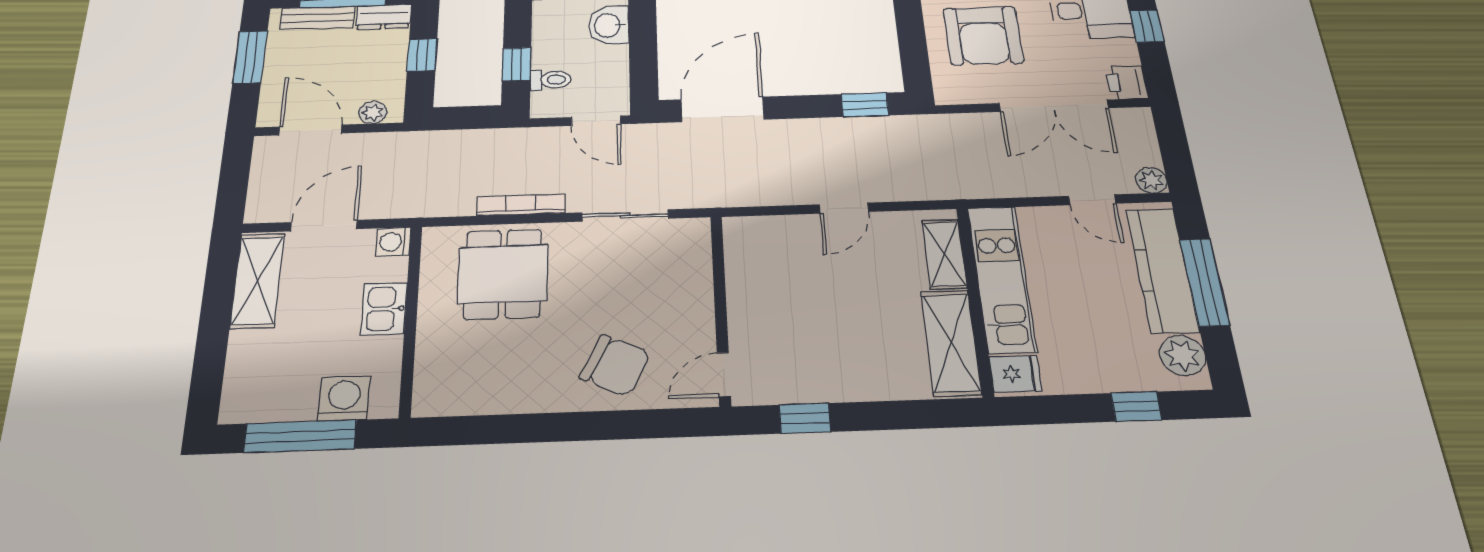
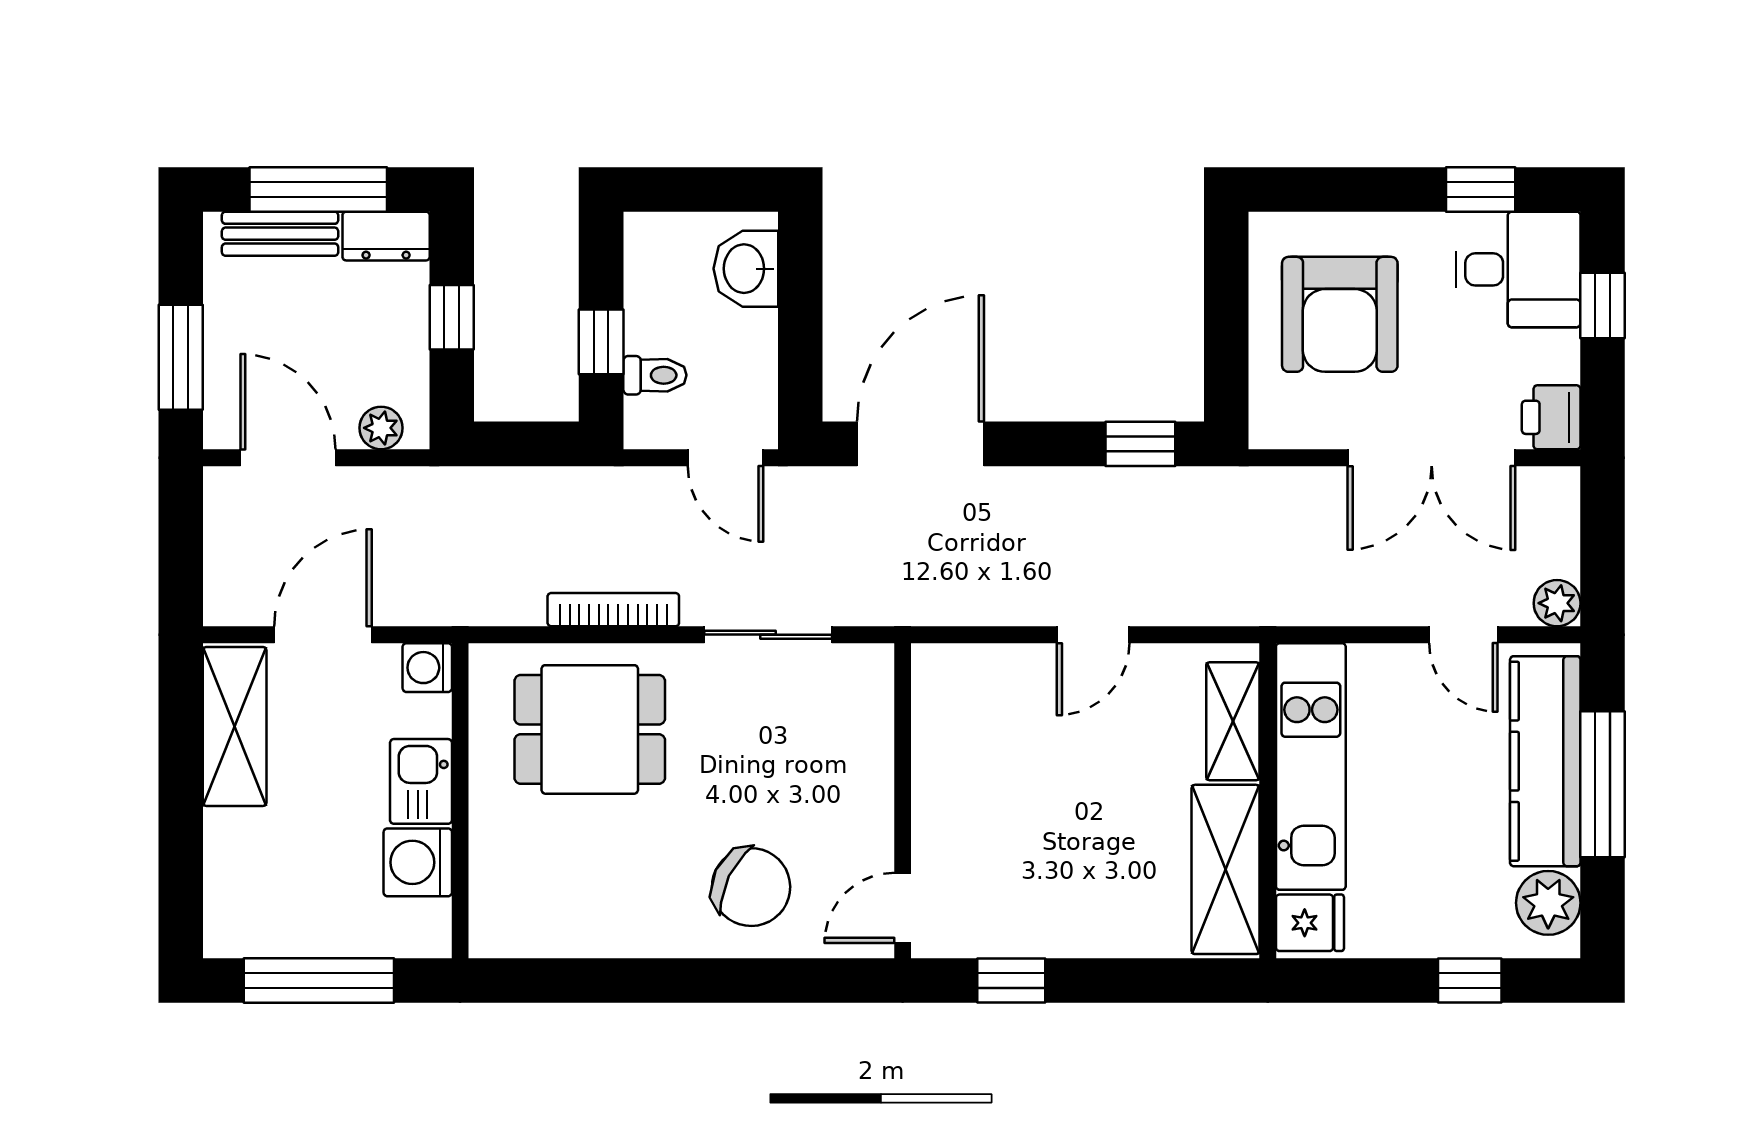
window: (250, 57) -> (181, 357), moved
dining table: (503, 274) -> (590, 729), turned 90
washing machine: (344, 398) -> (418, 862), moved, turned -90

